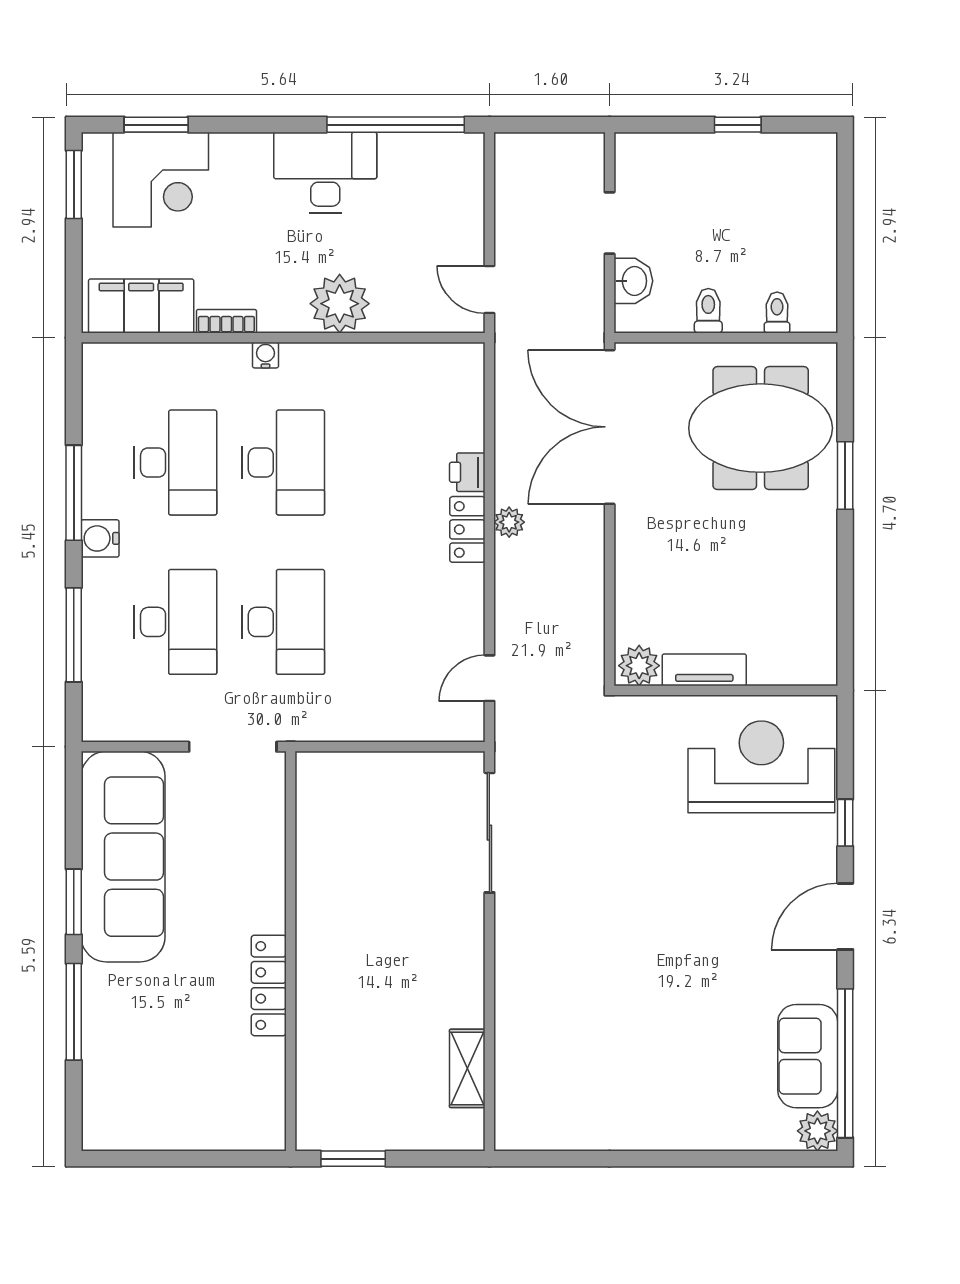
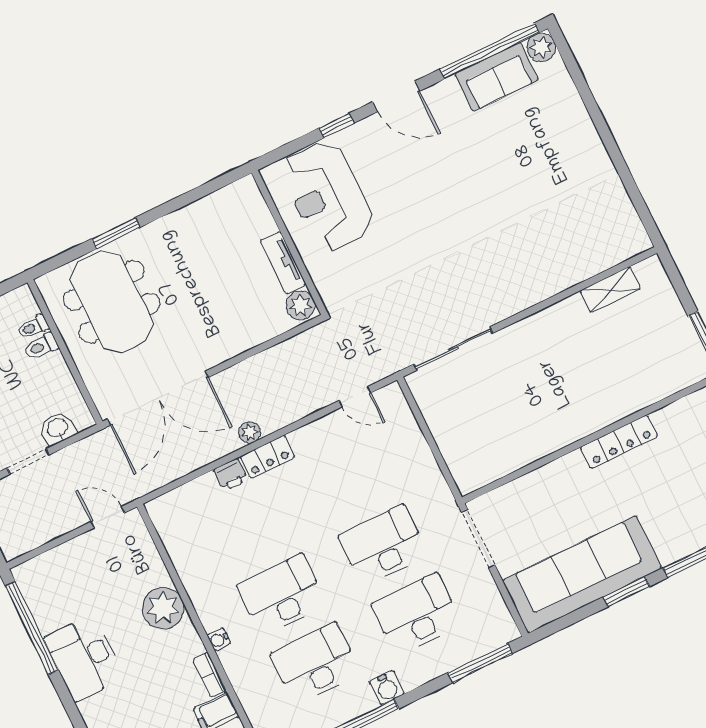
door: (489, 289) -> (108, 517), swing flipped
toilet: (708, 311) -> (41, 346), moved
window: (74, 635) -> (480, 663), moved

